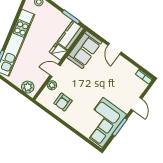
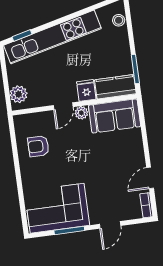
door: (114, 49) -> (150, 178), moved
door: (55, 71) -> (63, 106), swing flipped
plant: (52, 85) -> (81, 113), moved

